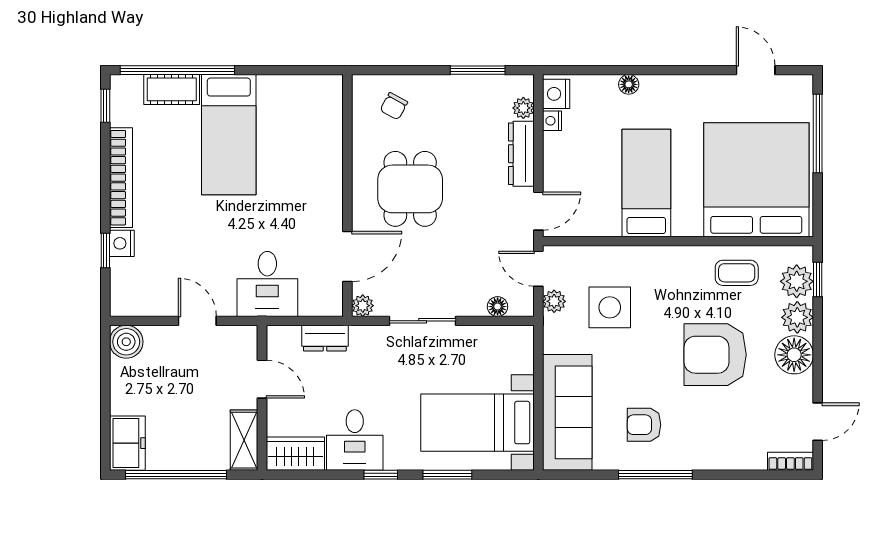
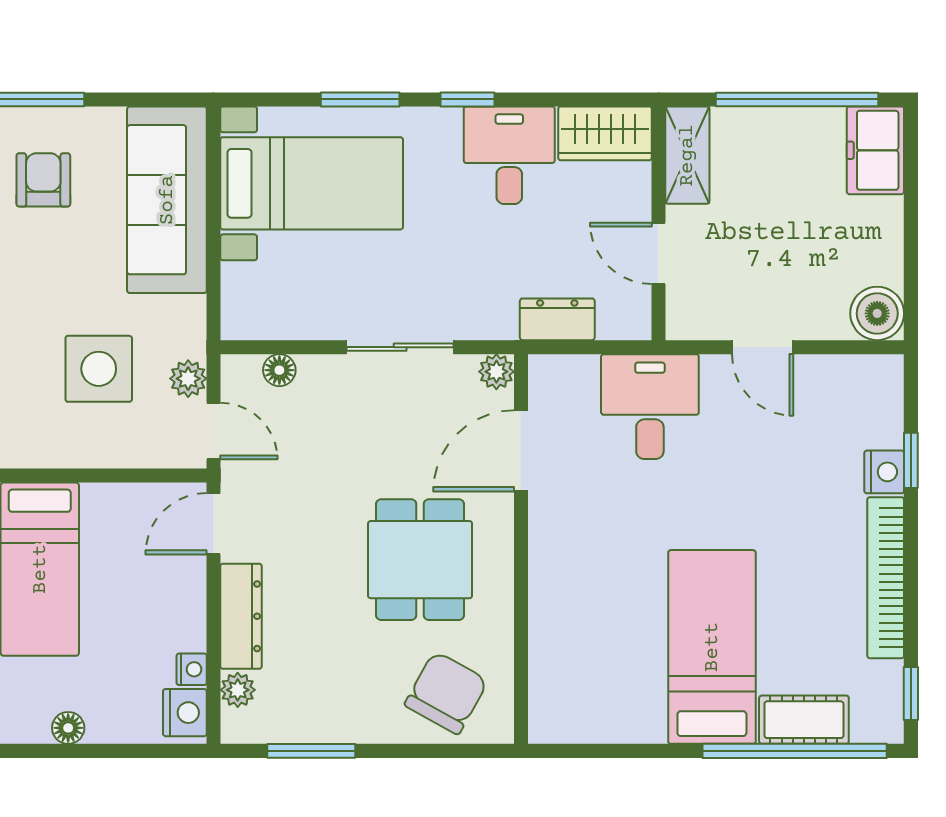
chair: (394, 106) -> (446, 693), width x1.87, depth x1.87
armchair: (644, 425) -> (43, 180), turned -90

